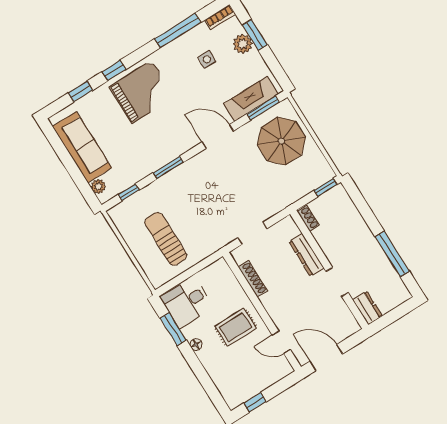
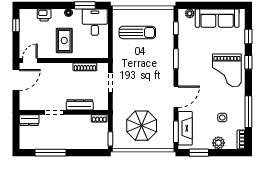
window: (255, 35) -> (199, 153), moved
parasol: (281, 141) -> (142, 126), moved
door: (281, 342) -> (30, 61), moved
printer: (219, 374) -> (44, 15), added

